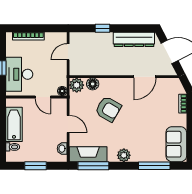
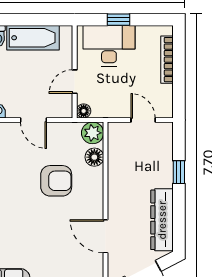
armchair: (108, 109) -> (56, 181), turned -120
door: (68, 124) -> (34, 120), hinge flipped

